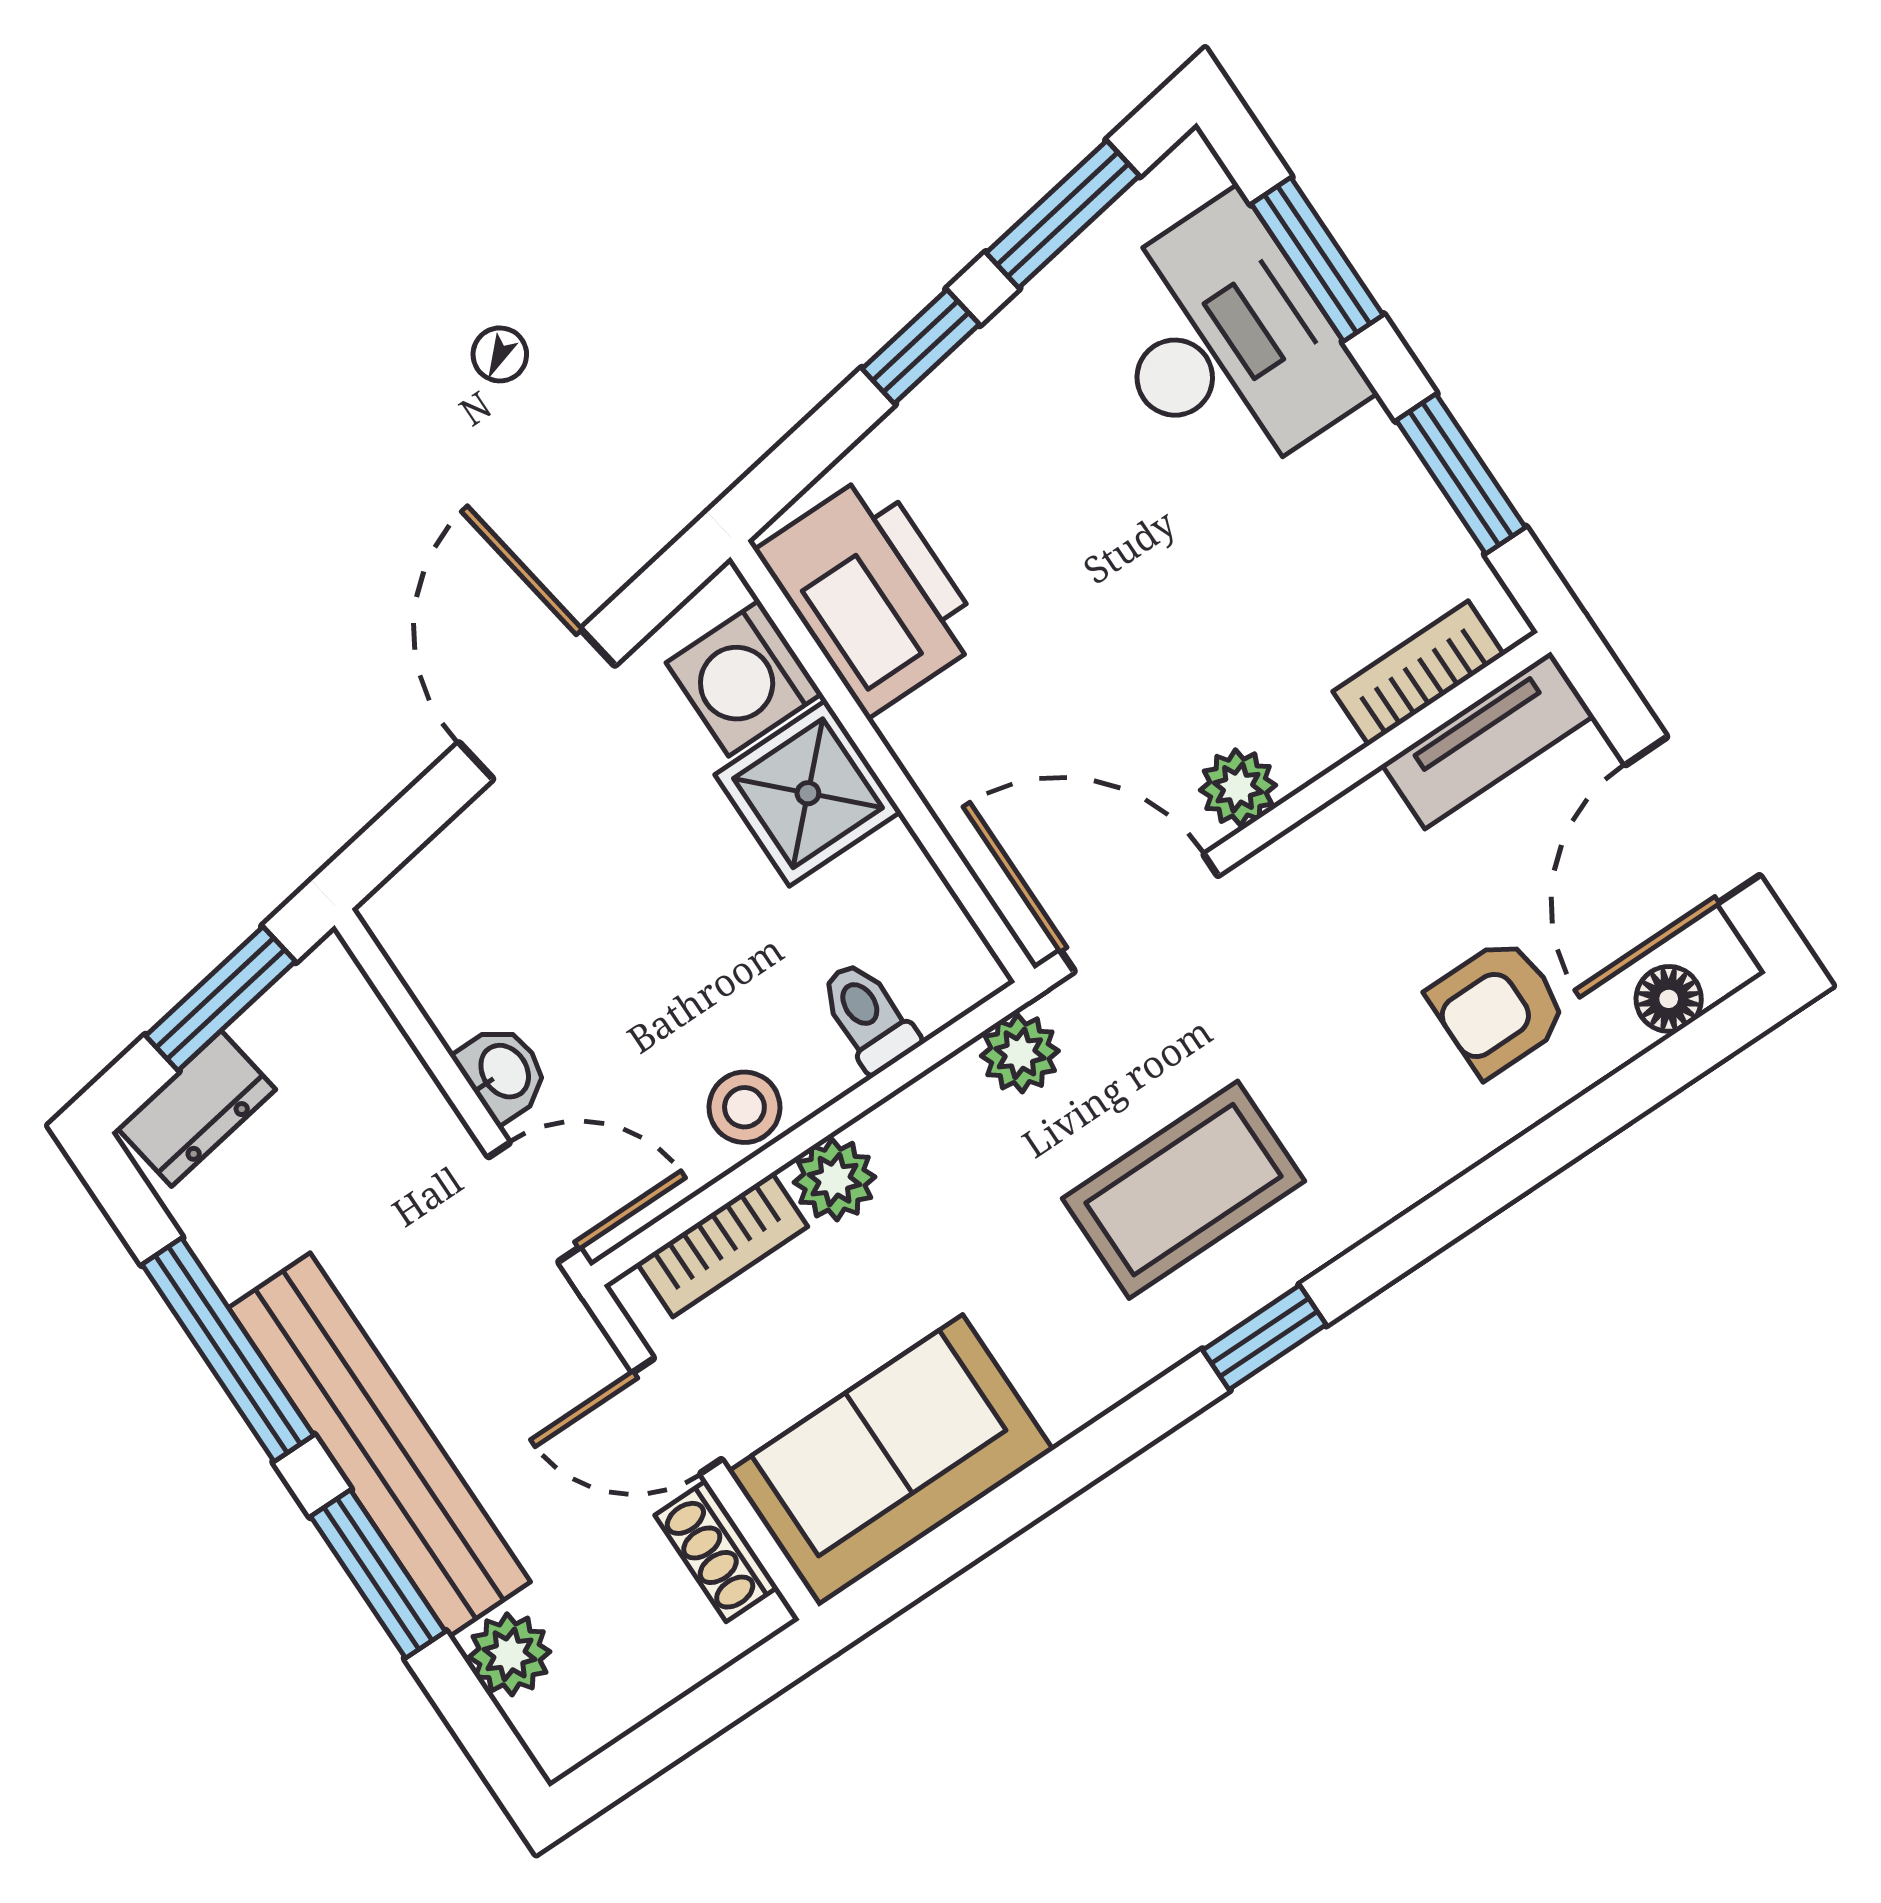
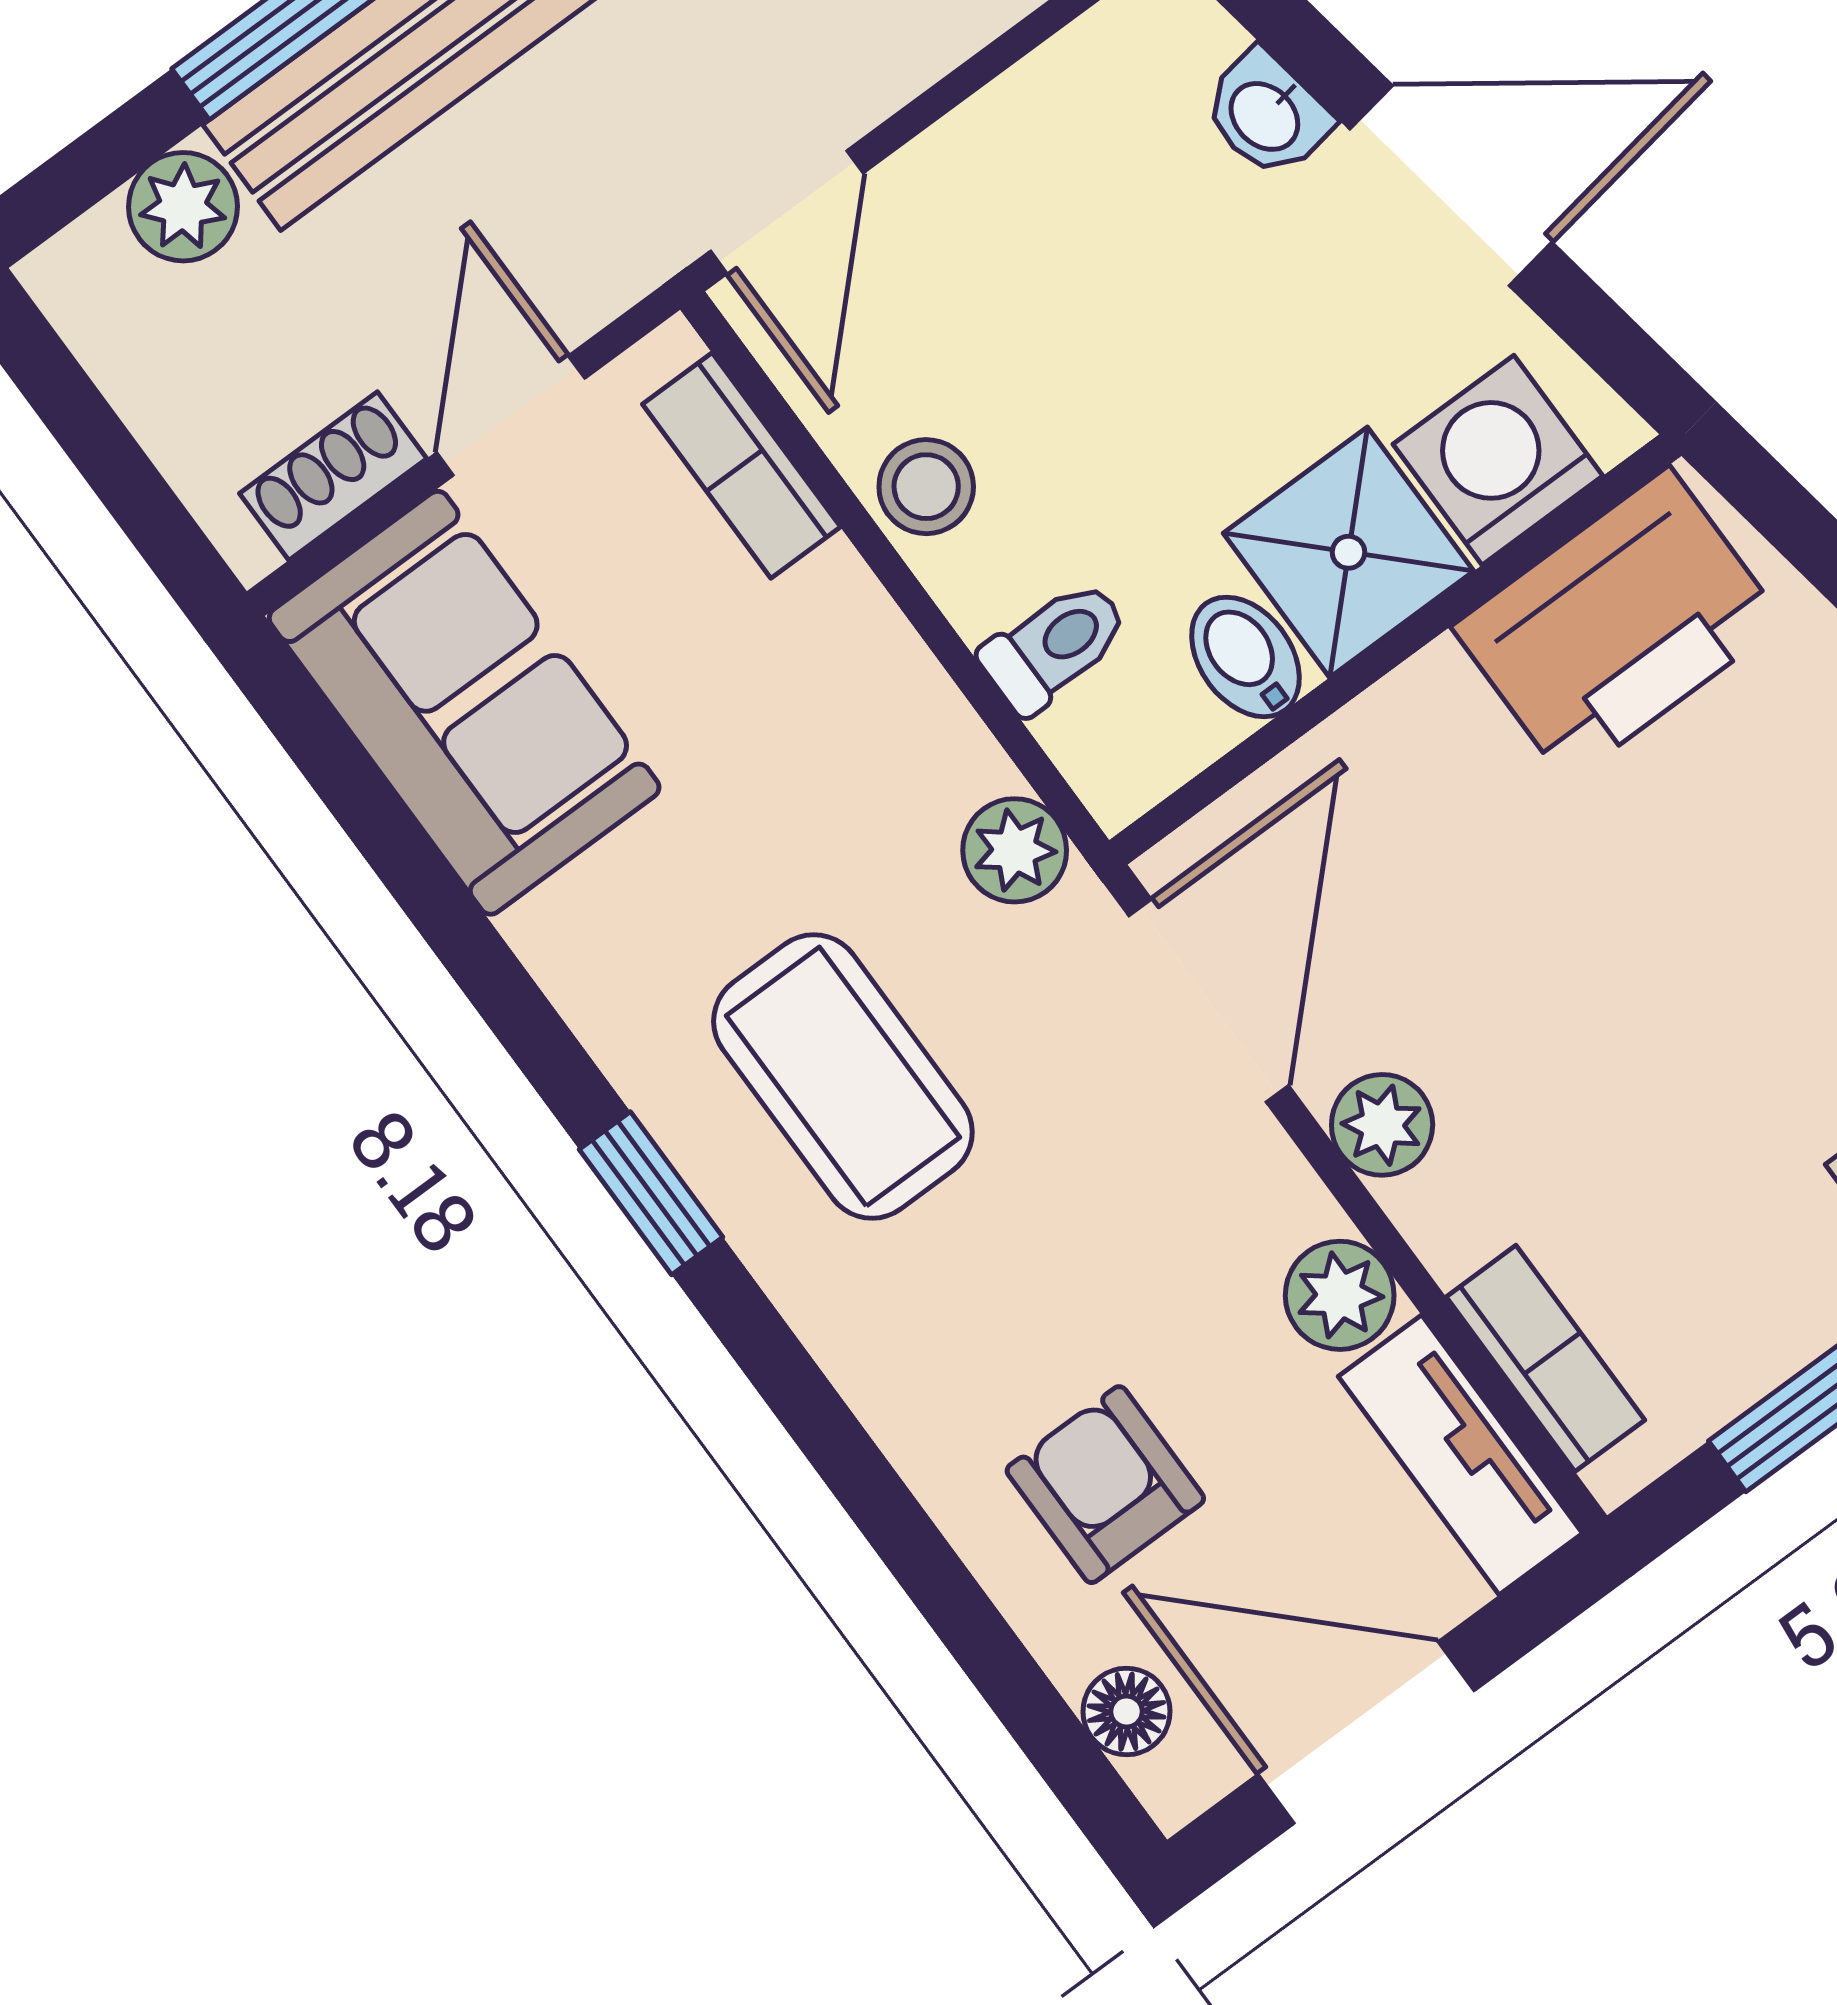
bidet: (883, 874) -> (1245, 657), added
washbasin: (503, 1072) -> (1266, 114), moved, turned 81
plant: (834, 1180) -> (1340, 1295), moved

